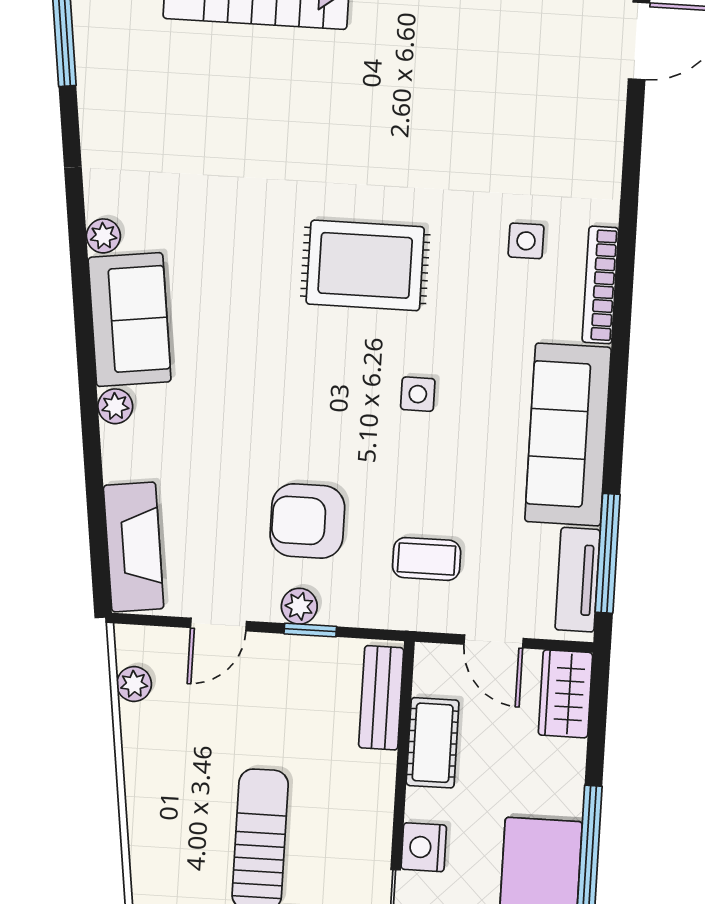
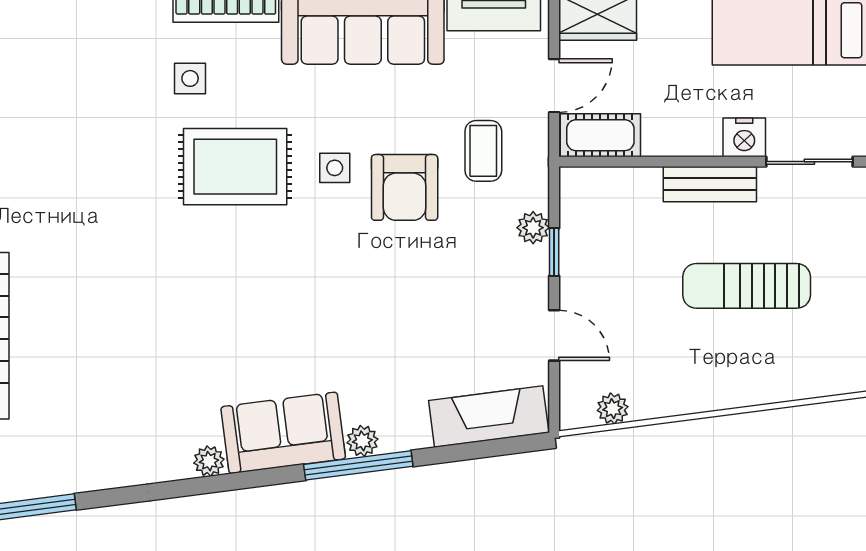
rug: (365, 265) -> (235, 167), moved, turned 90
window: (89, 400) -> (358, 465), added
armchair: (307, 521) -> (405, 187), moved
plant: (299, 606) -> (533, 228), moved
bench: (381, 698) -> (710, 184), moved
cot: (433, 743) -> (600, 135), moved

